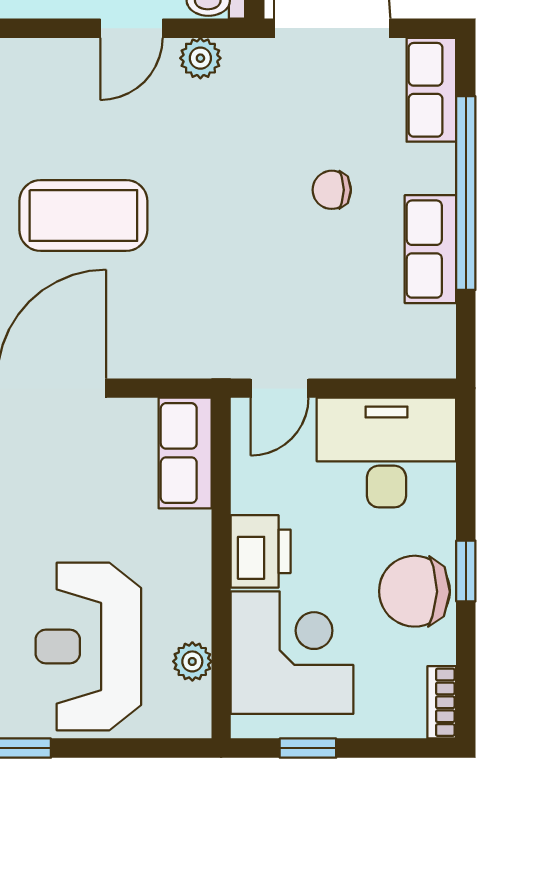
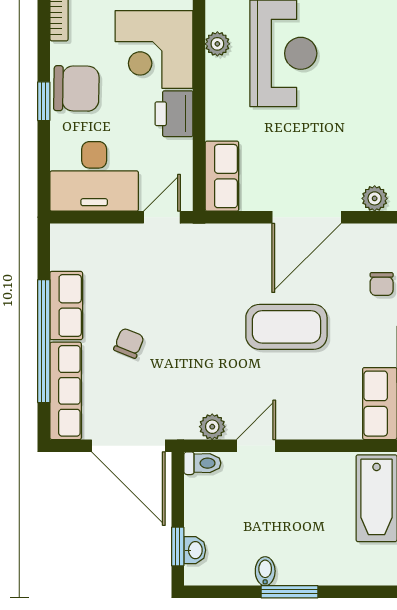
row of seats: (431, 90) -> (66, 391), width x1.48
chair: (332, 190) -> (129, 343), turned -68

